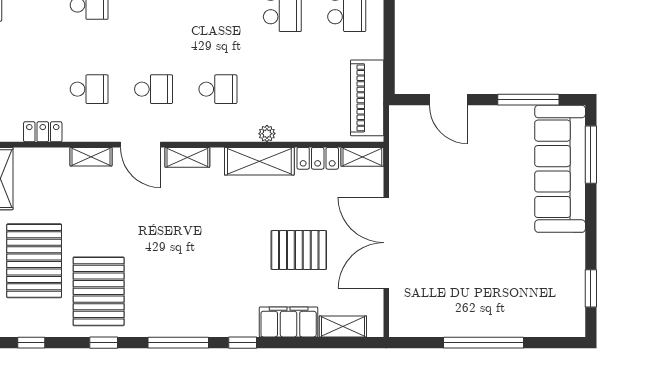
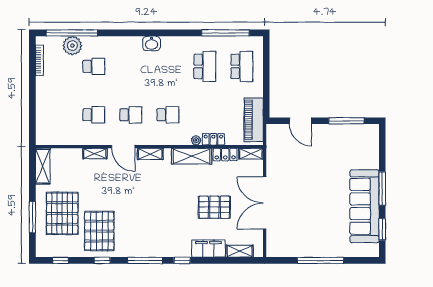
locker: (43, 132) -> (213, 139), moved
window: (591, 155) -> (382, 189), moved
sofa: (560, 169) -> (364, 206), moved

